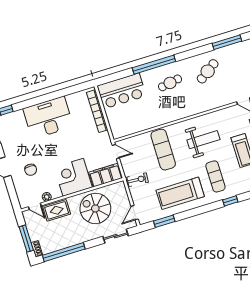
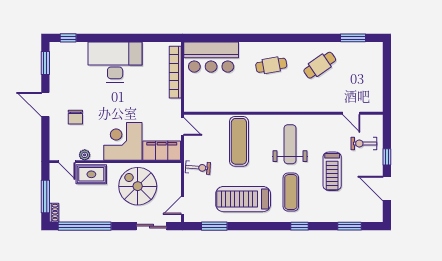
window: (227, 42) -> (353, 38), width x0.69
window: (154, 65) -> (259, 38), removed
weight bench: (203, 140) -> (290, 144), turned -90

